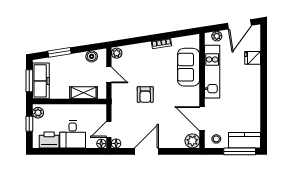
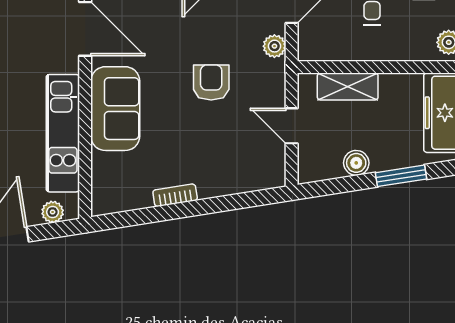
plant: (117, 53) -> (274, 46), moved
boiler: (92, 56) -> (356, 163), moved
sofa: (189, 67) -> (115, 109), moved

